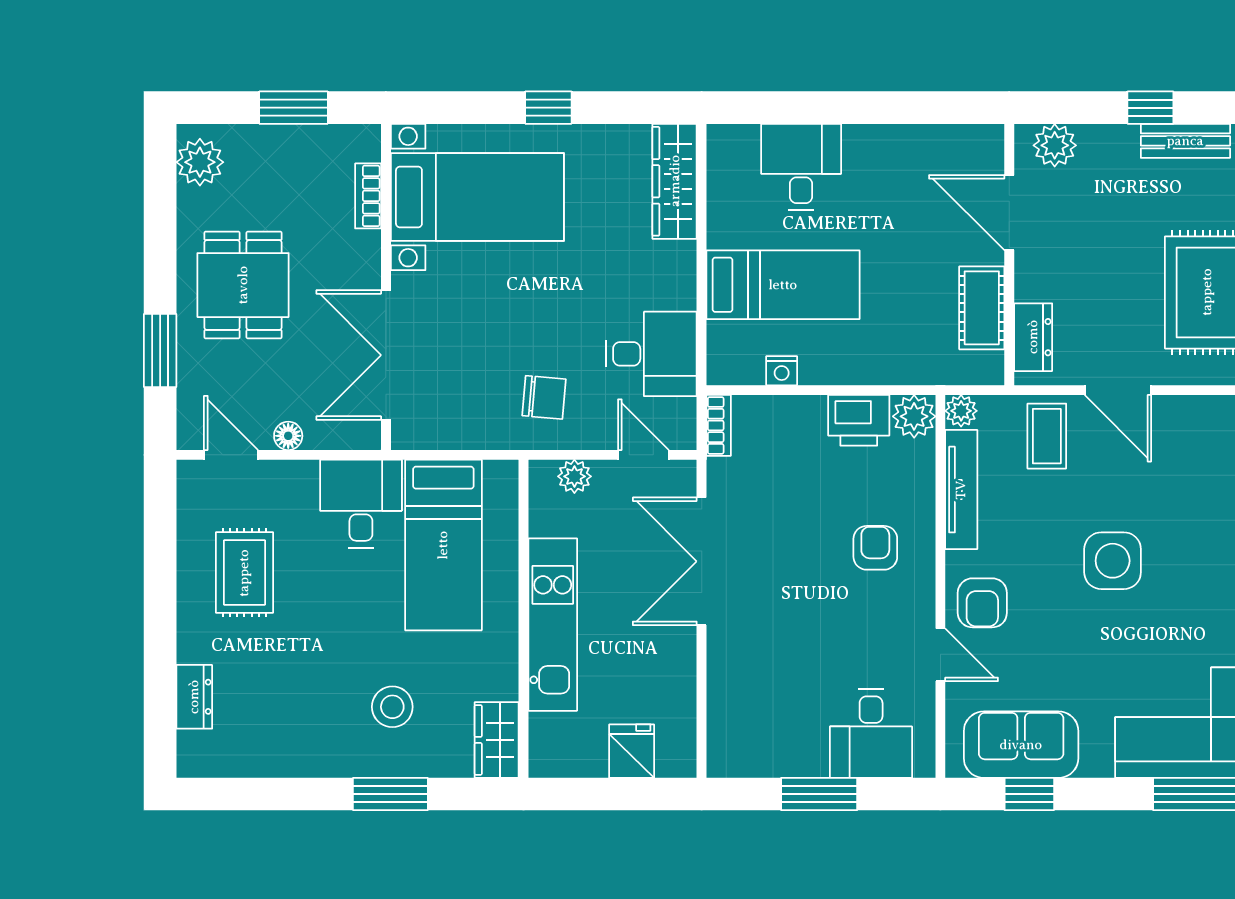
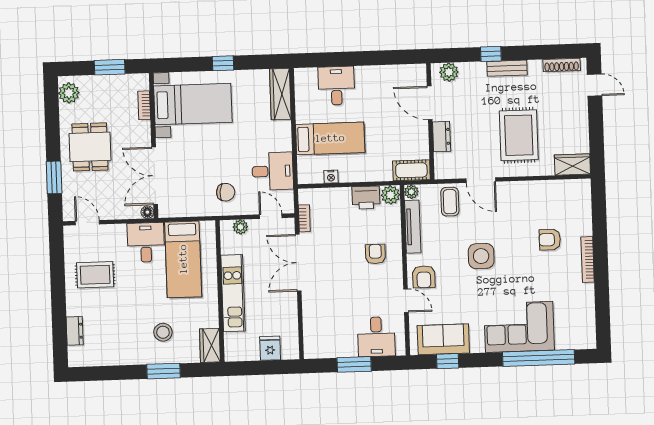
cot: (982, 308) -> (411, 170), moved, turned 90
dresser: (1033, 337) -> (442, 137), moved
bookcase: (719, 425) -> (304, 218), moved
floor lamp: (288, 436) -> (147, 212), moved
rug: (244, 573) -> (95, 275), turned 90

